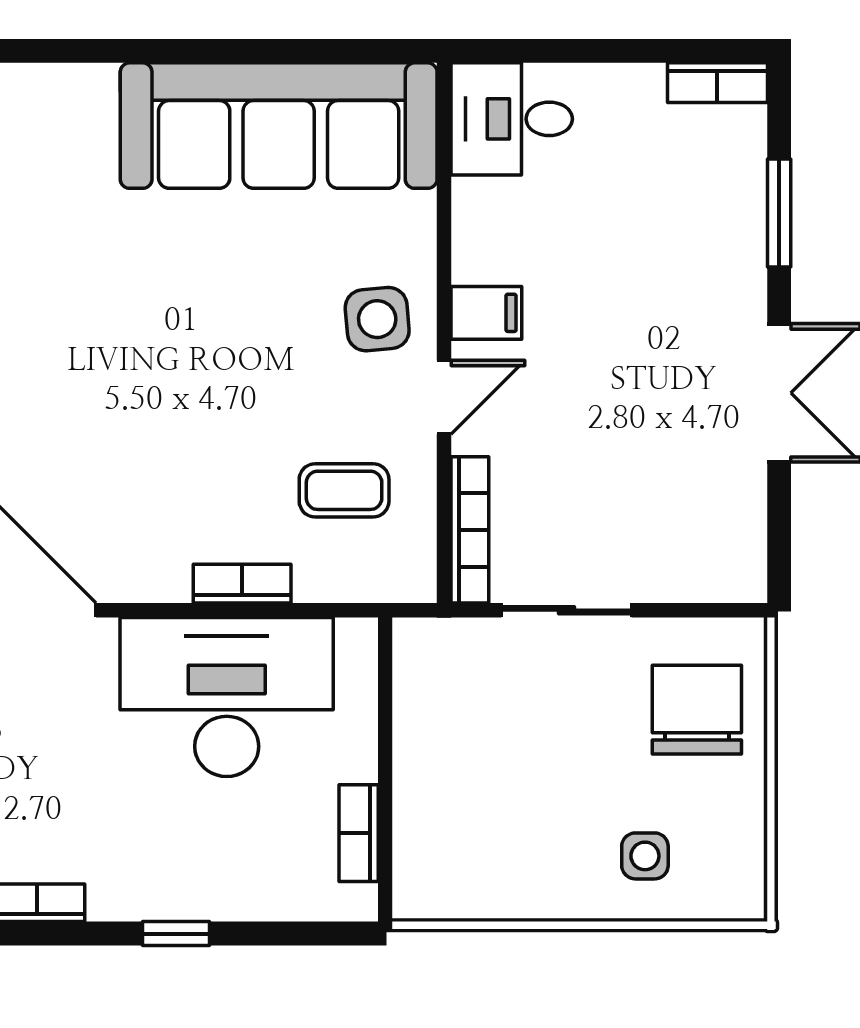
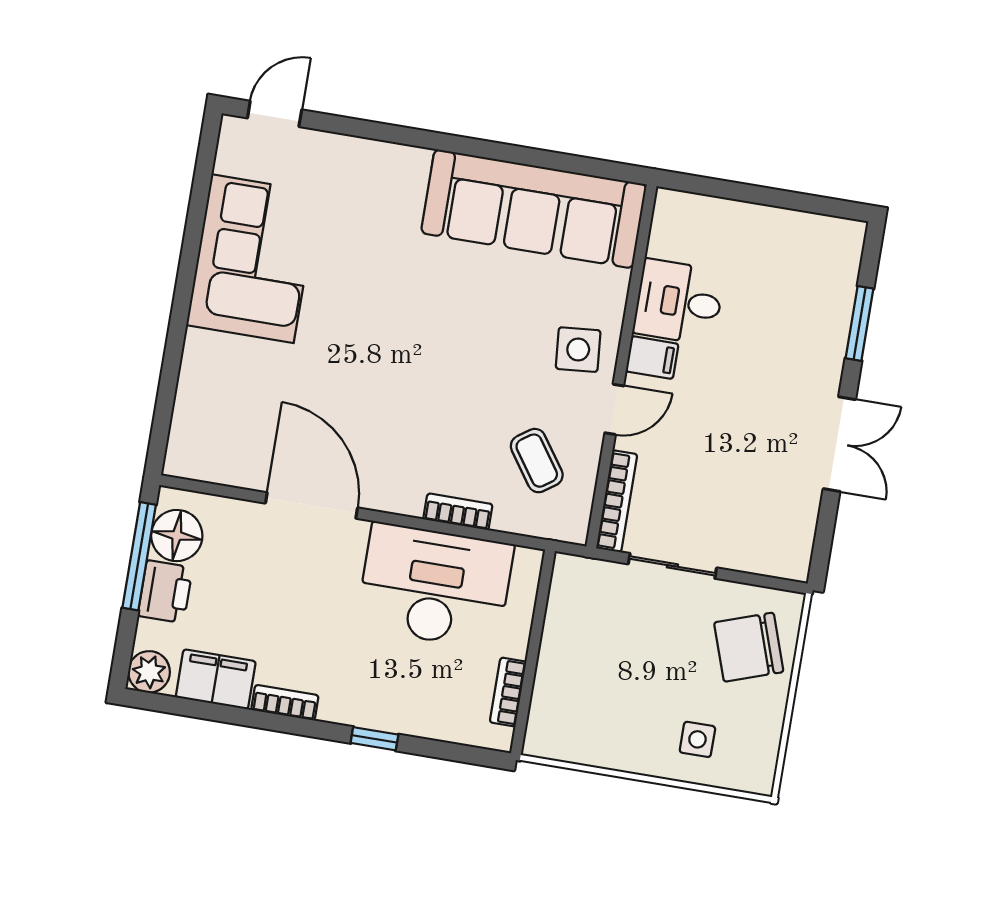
bookcase: (717, 83) -> (833, 229), removed
desk: (512, 119) -> (679, 302), moved
coffee table: (344, 490) -> (537, 461), turned 55
chair: (697, 710) -> (749, 647), turned -109

